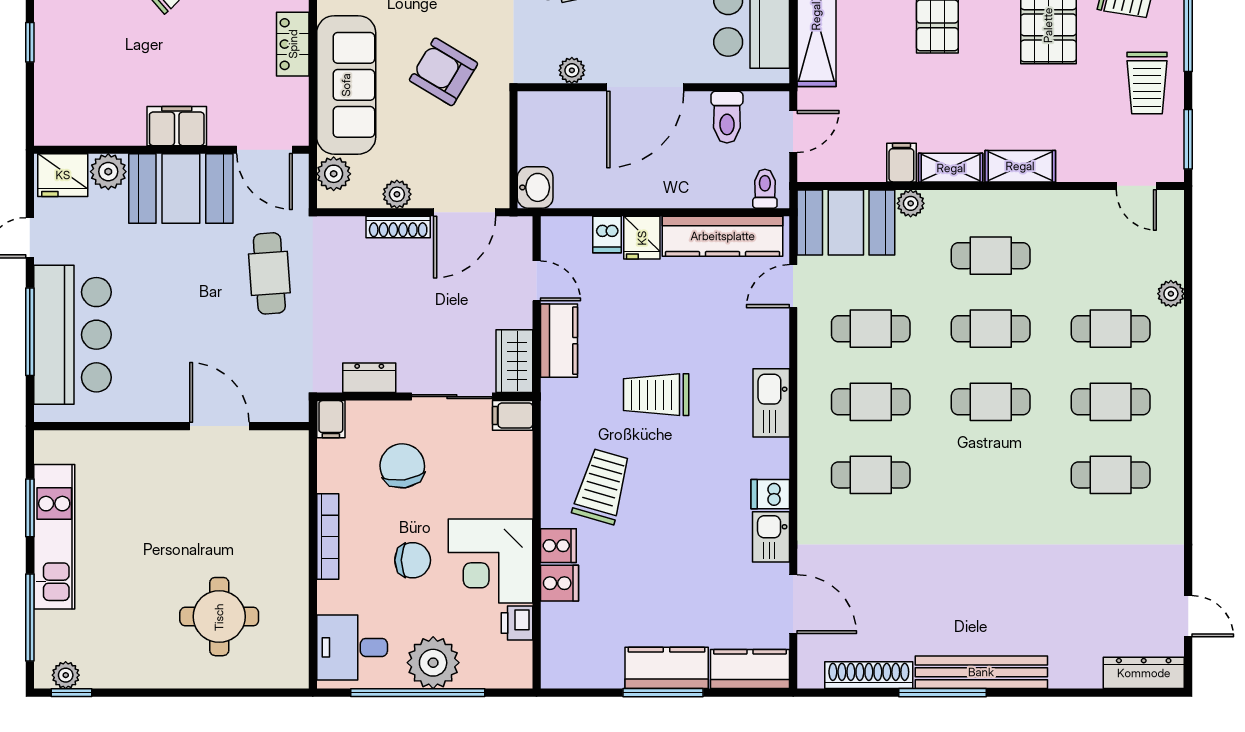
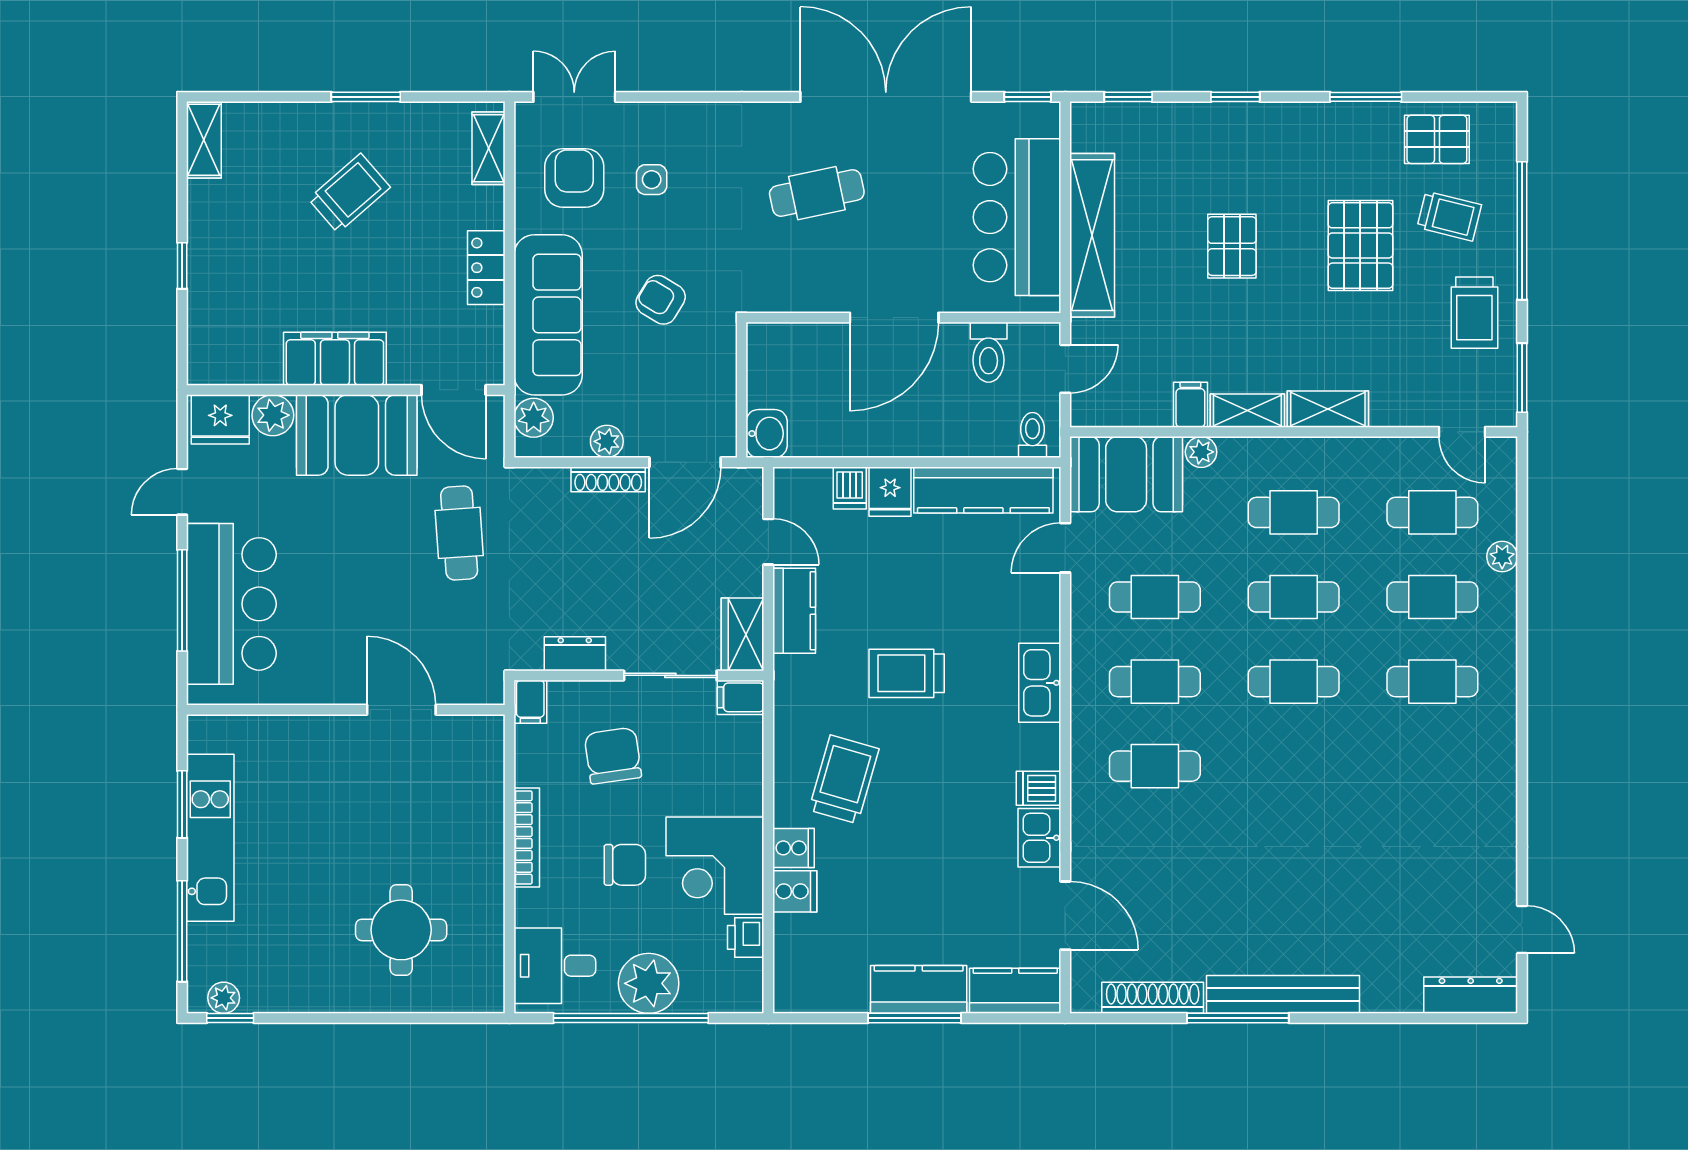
plant: (572, 70) -> (809, 298), removed
armchair: (443, 72) -> (661, 300), width x0.72, depth x0.72
filing cabinet: (177, 126) -> (335, 359), width x1.50, depth x1.17
cafe table: (1111, 475) -> (1432, 512), moved

